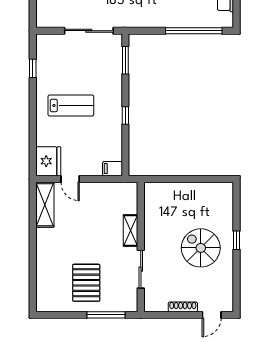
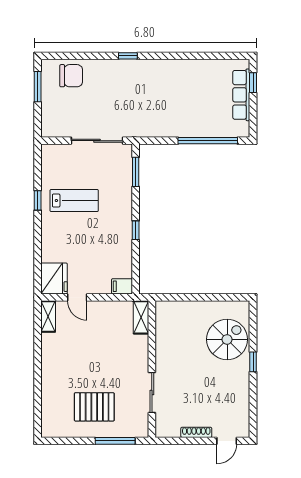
window: (33, 68) -> (38, 200), moved
lab bench: (71, 106) -> (74, 201), moved
shelving: (45, 205) -> (48, 316), width x0.67, depth x0.75
shelving: (131, 230) -> (141, 317), moved
spiral stairs: (201, 248) -> (227, 339), moved, turned 90
pallet: (86, 283) -> (94, 407), turned 90

